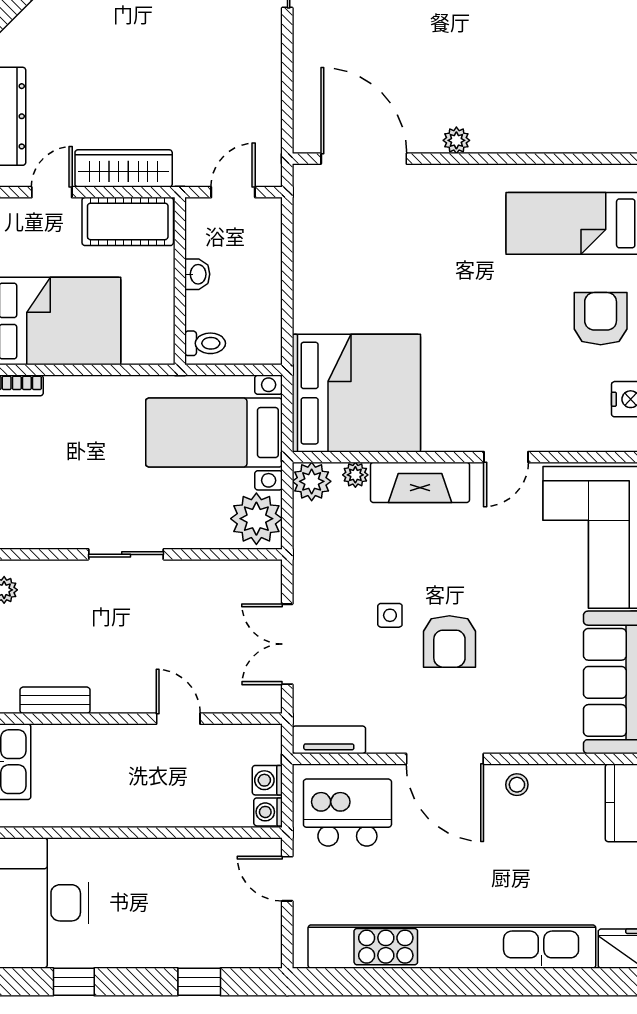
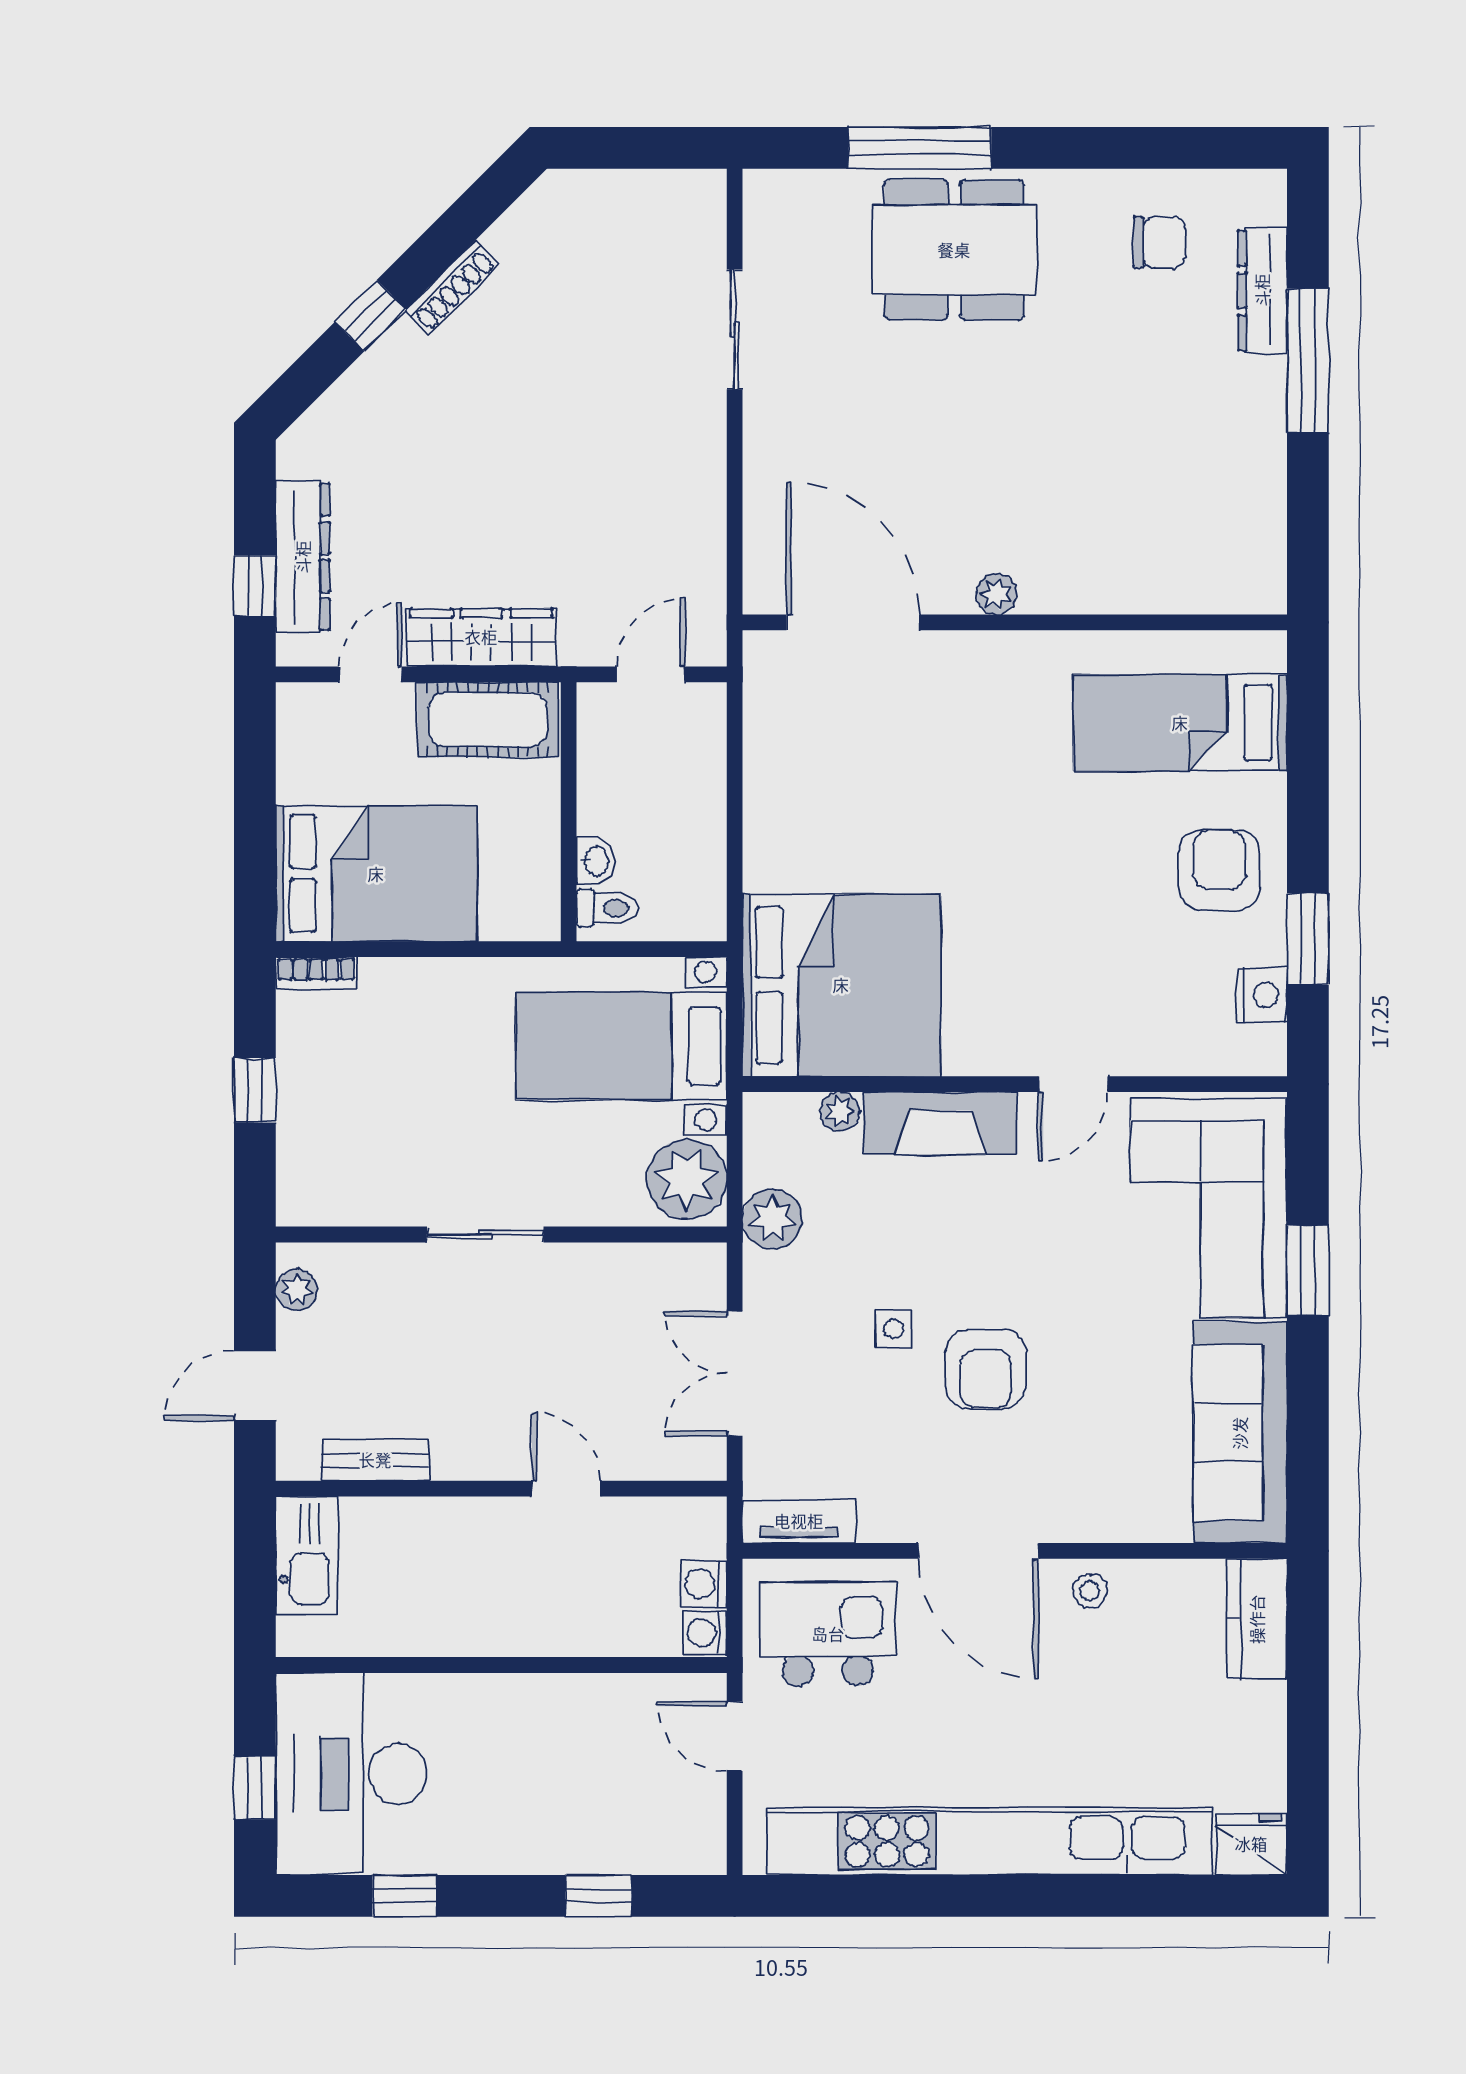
washbasin: (197, 274) -> (596, 861), moved
plant: (312, 481) -> (772, 1219), moved

